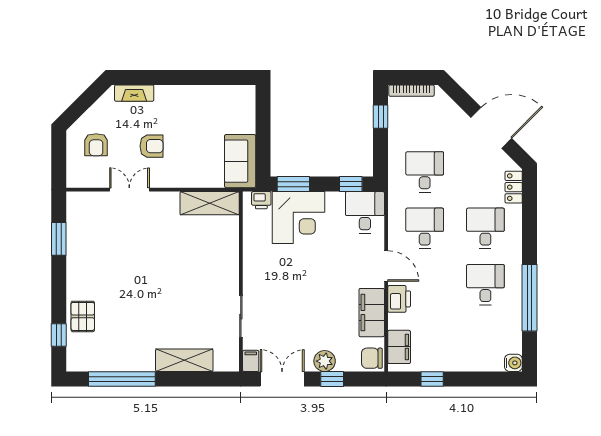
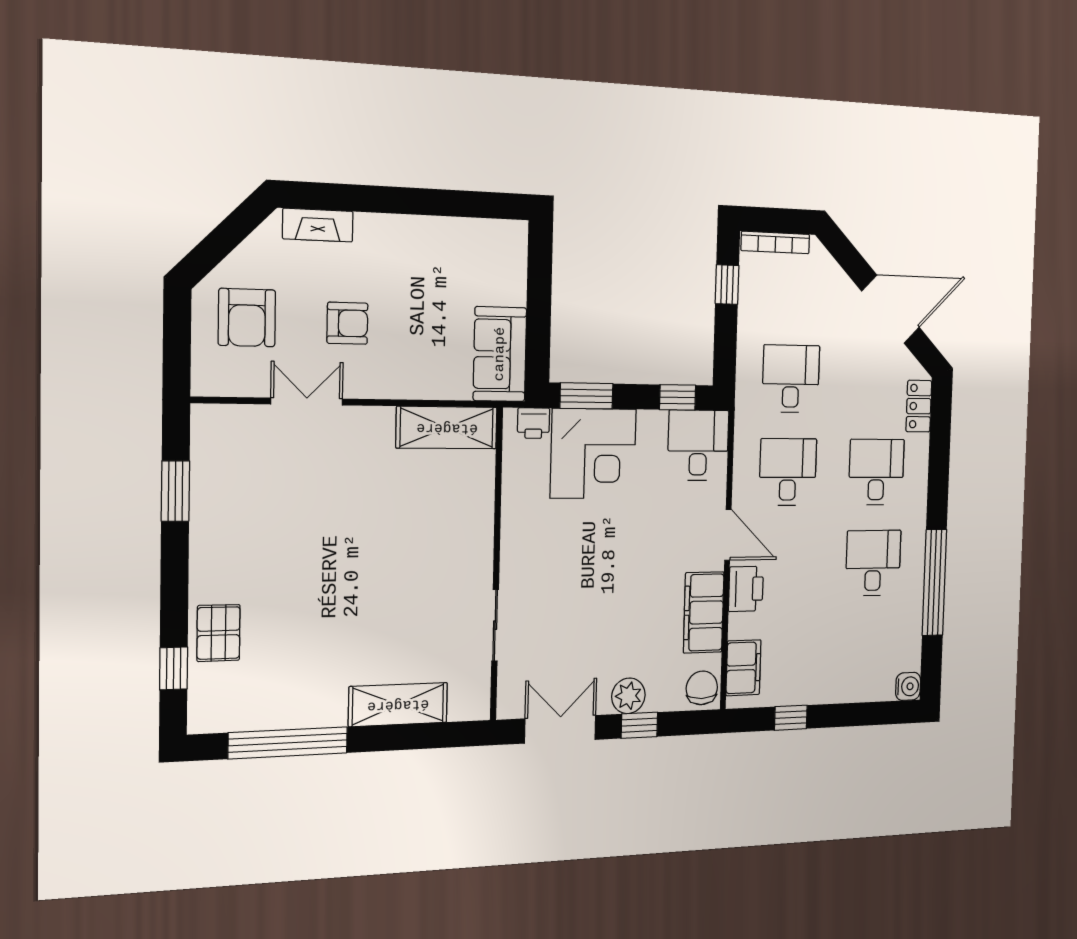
armchair: (96, 145) -> (247, 318), width x1.38, depth x1.38
chair: (372, 358) -> (702, 688), turned 90
filing cabinet: (251, 361) -> (510, 701), removed

